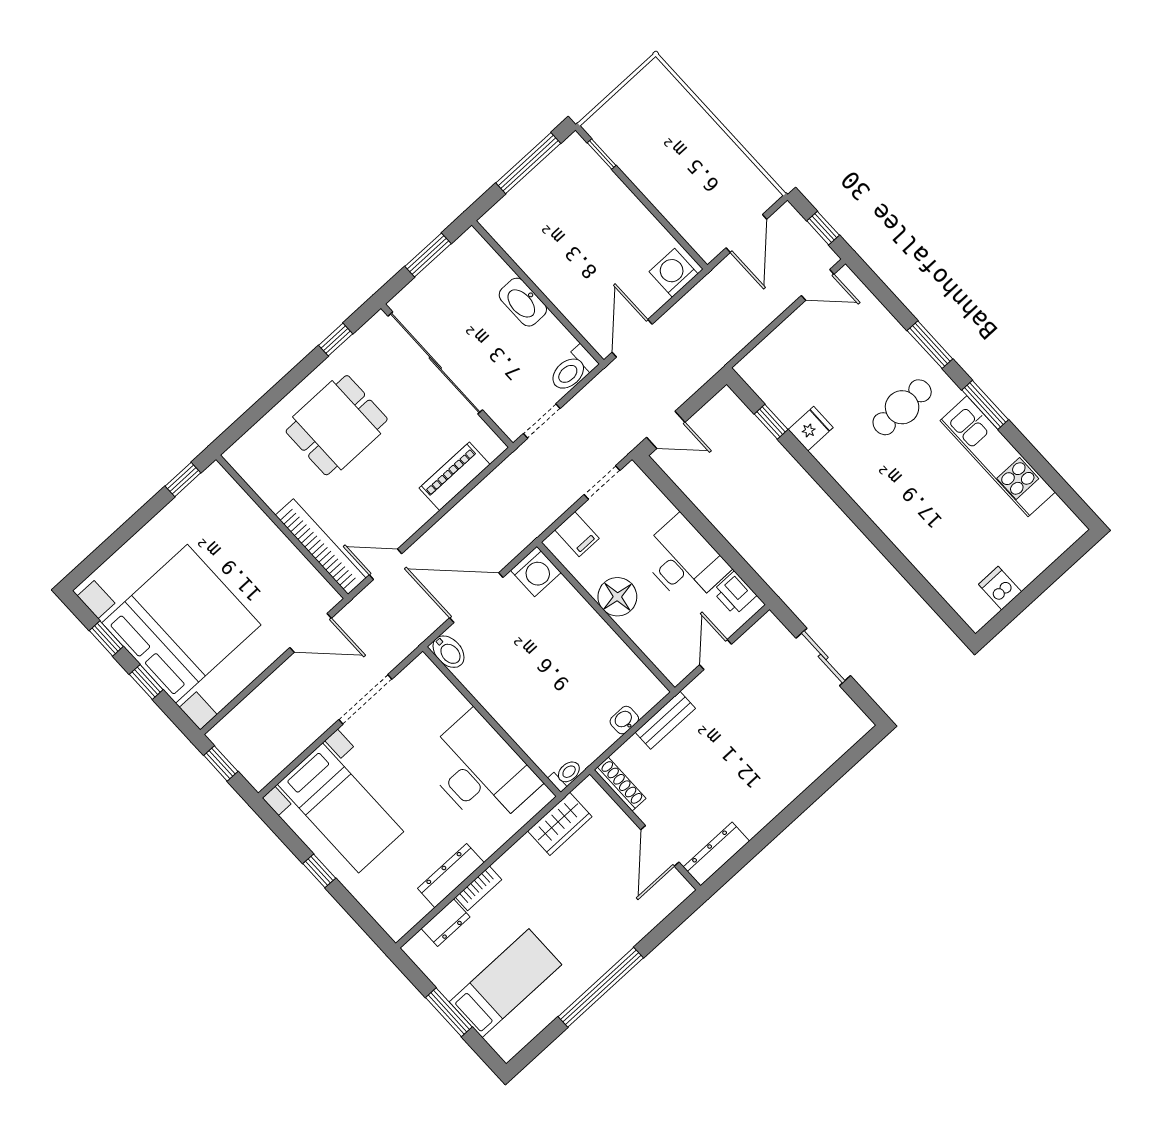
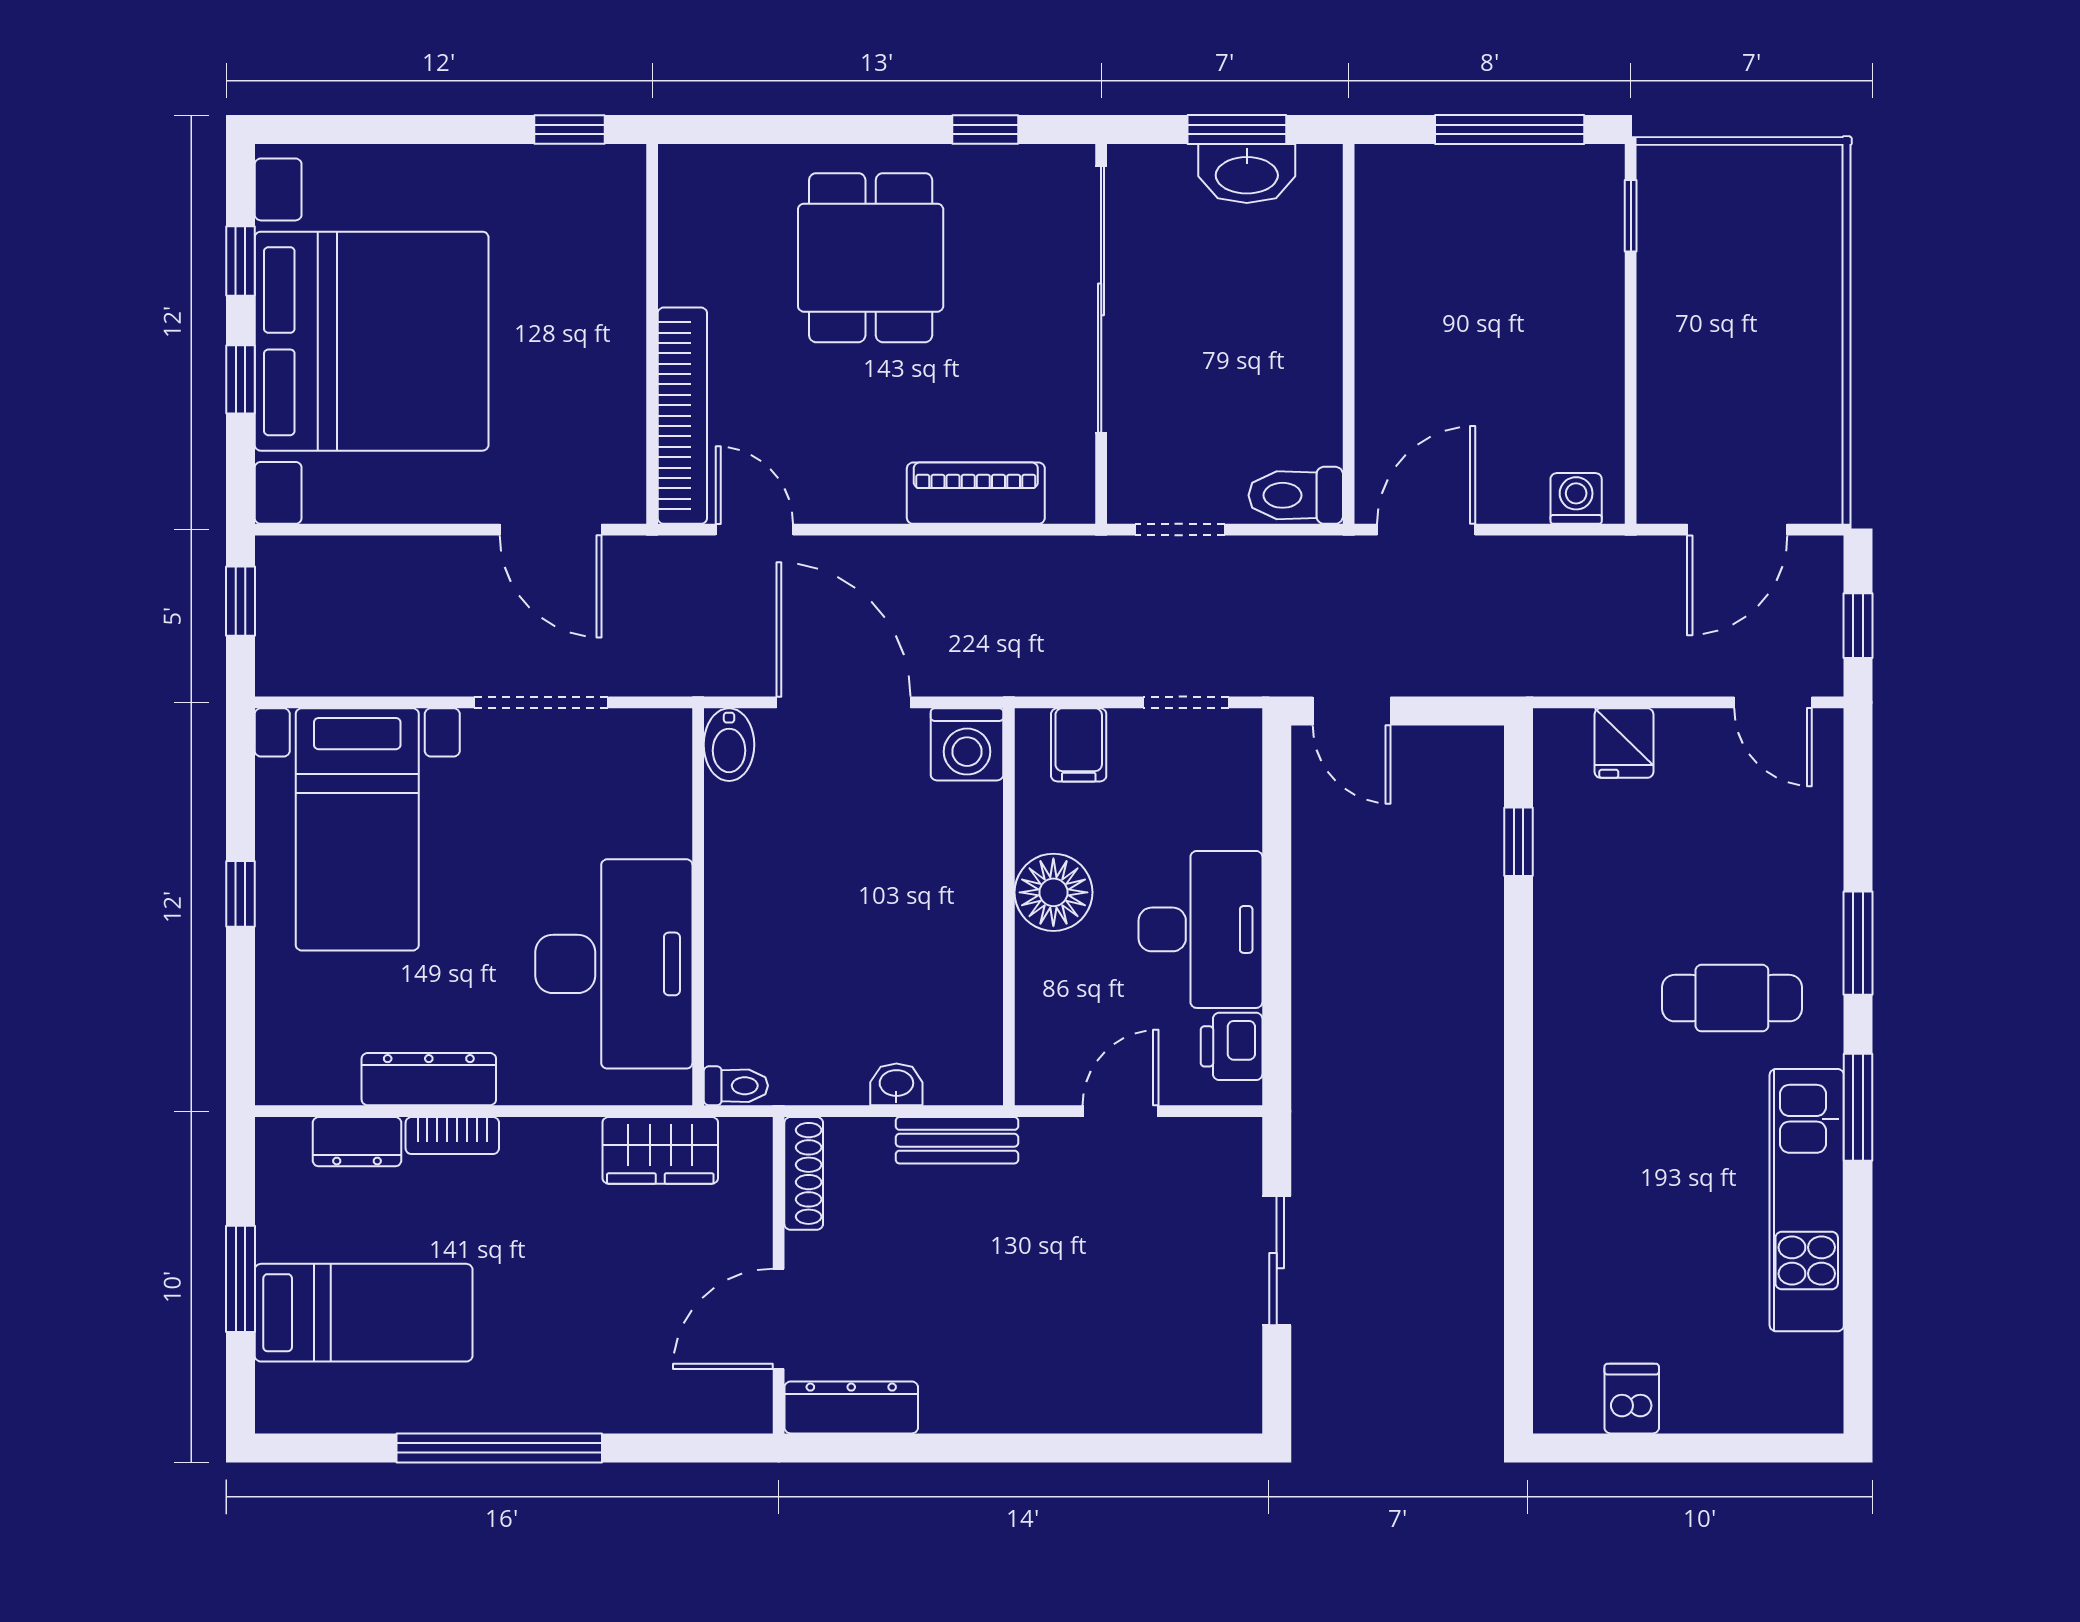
washing machine: (673, 273) -> (1576, 498), width x0.73, depth x0.73
washbasin: (523, 302) -> (1247, 174), moved, turned -90
dining table: (337, 425) -> (871, 258), turned 90
fridge: (811, 429) -> (1624, 743), moved, turned 90

